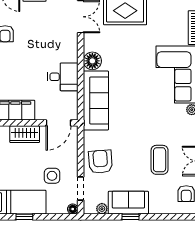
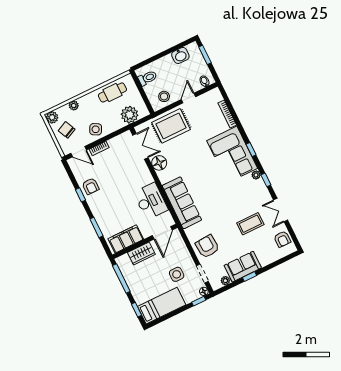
floor lamp: (92, 61) -> (159, 163), moved
desk: (63, 77) -> (151, 201), width x1.37
coffee table: (160, 160) -> (250, 224), turned 90
window: (24, 217) -> (199, 301), moved

